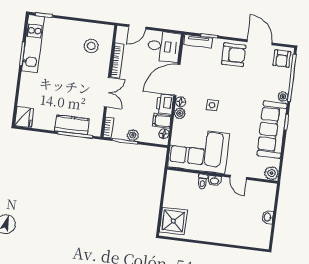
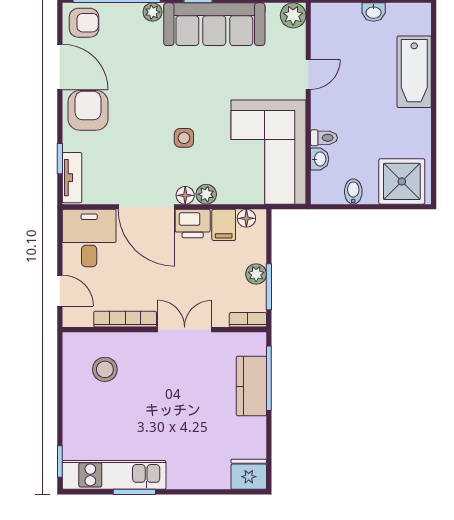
door: (259, 42) -> (60, 67), swing flipped
washbasin: (214, 181) -> (320, 159), moved
bidet: (171, 194) -> (353, 192), added
bathtub: (232, 235) -> (414, 72), added

